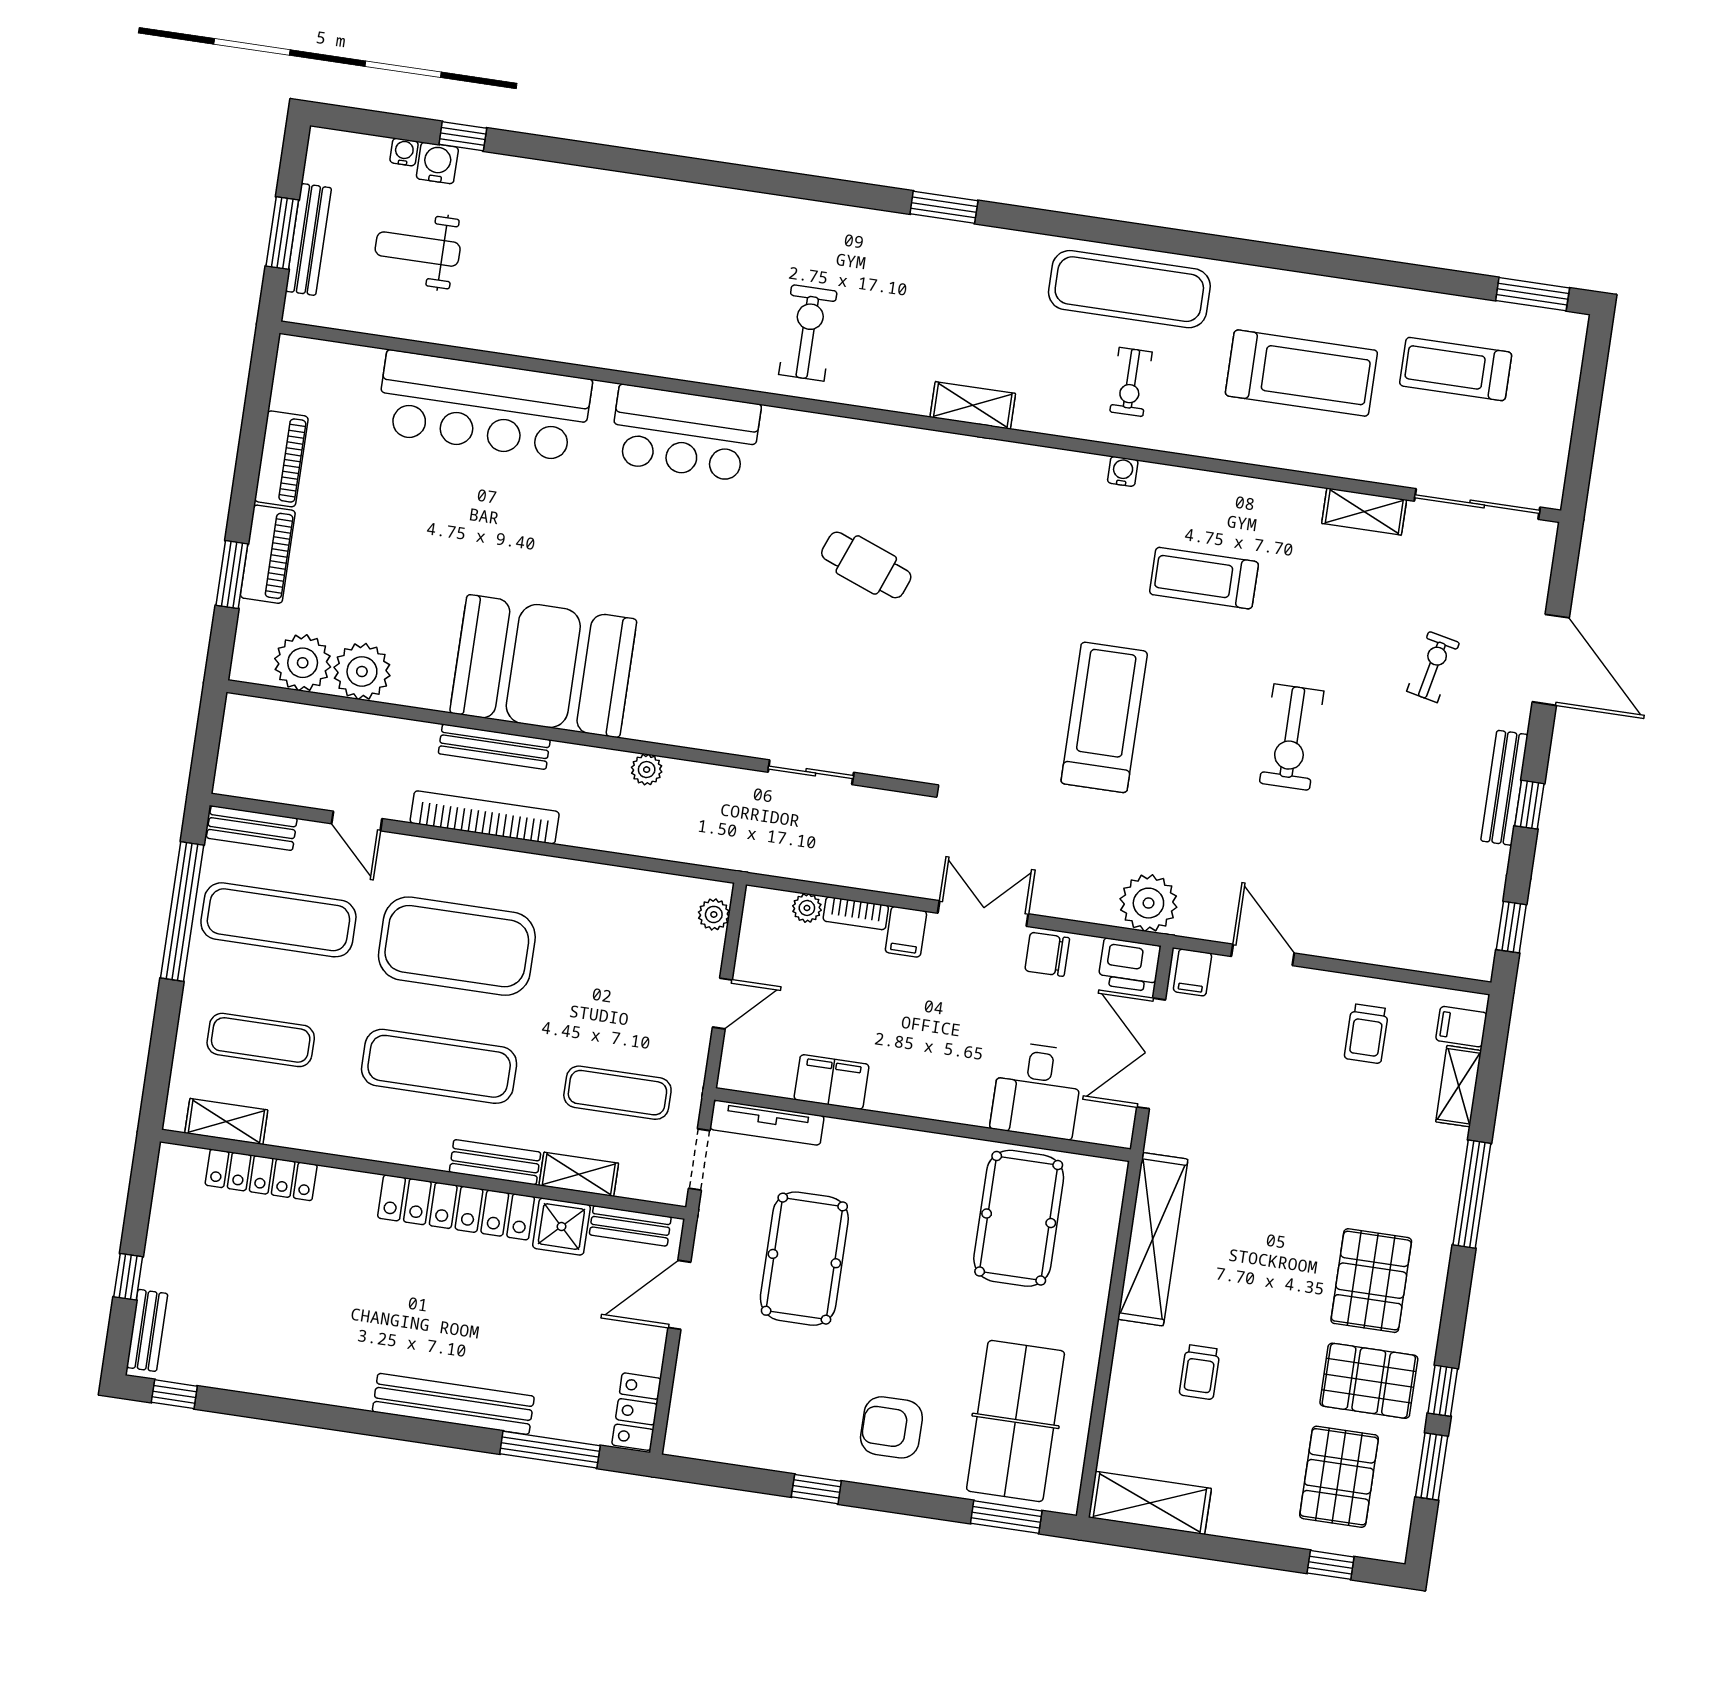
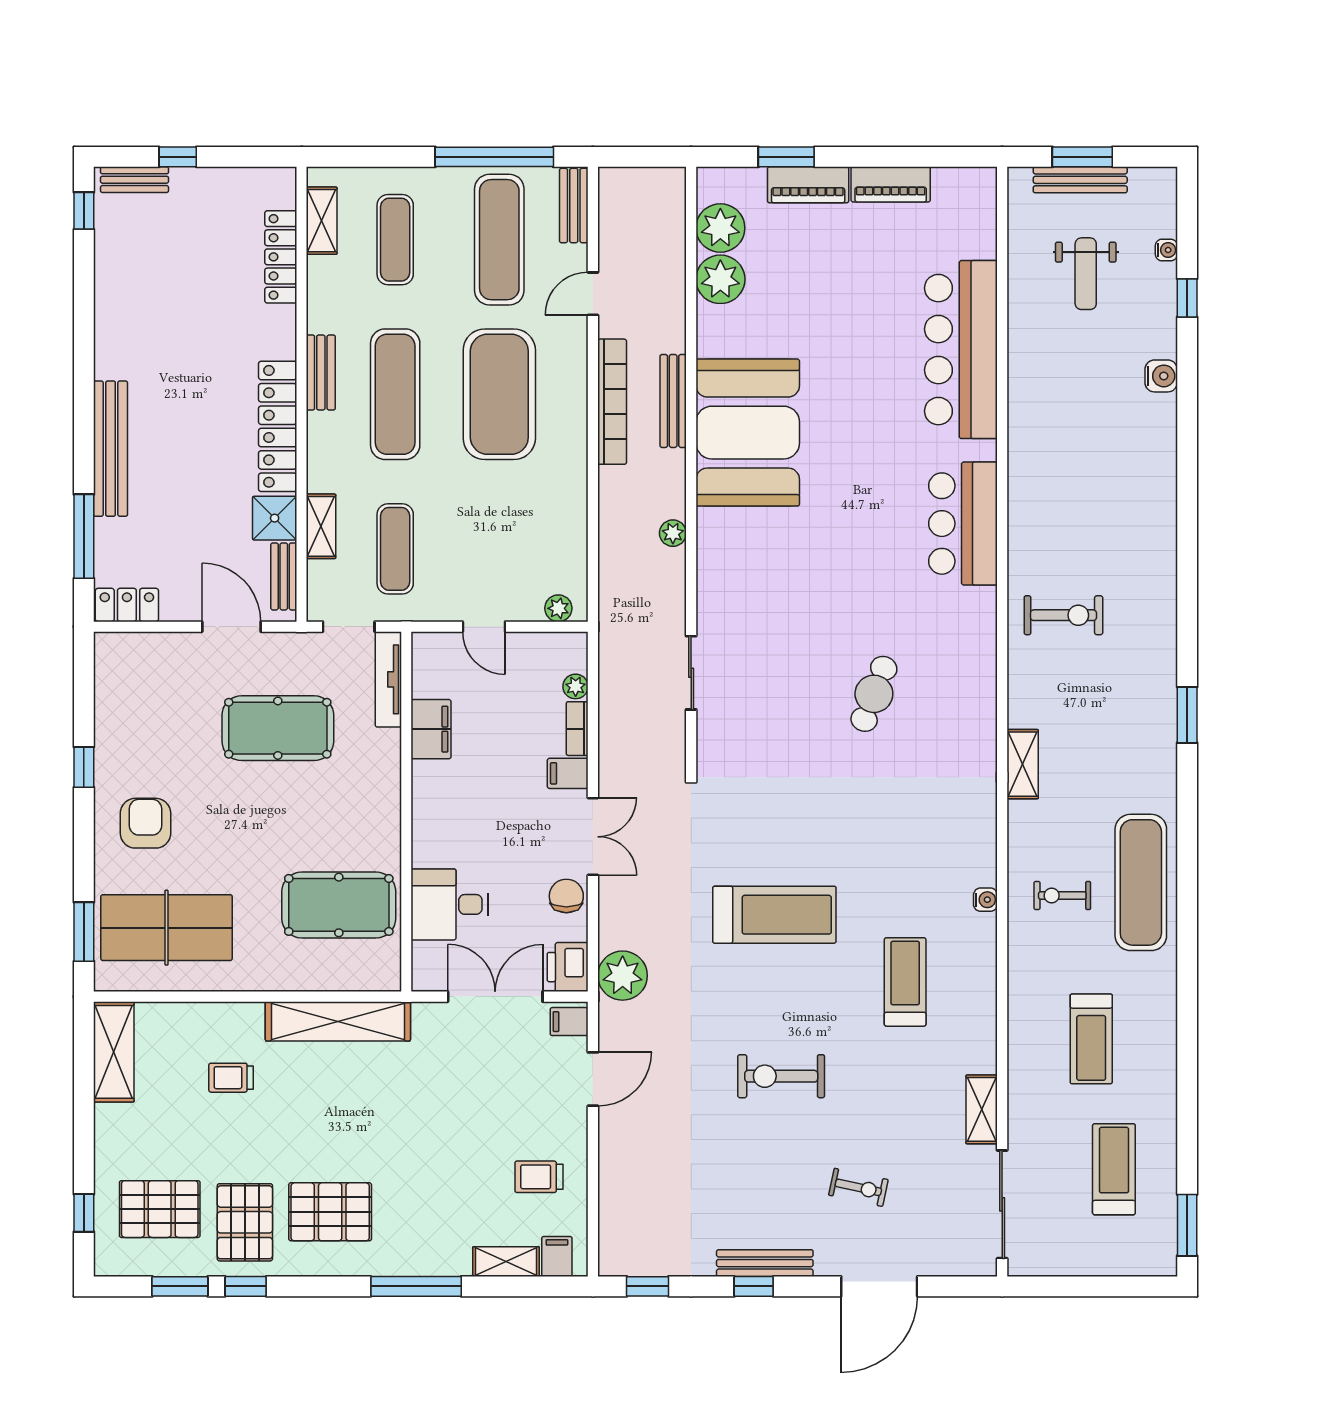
water cooler: (437, 163) -> (1161, 376), moved
weight bench: (418, 249) -> (1086, 274), turned 180
treadmill: (1301, 373) -> (1091, 1039), width x0.73, depth x0.73
bench: (495, 1162) -> (321, 373), moved

